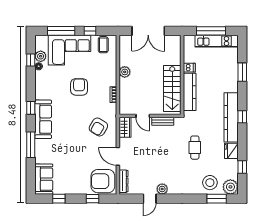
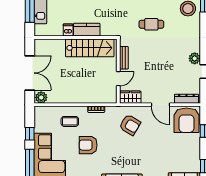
coffee table: (103, 45) -> (70, 121), moved
plant: (125, 72) -> (41, 97), moved
kitchen counter: (190, 92) -> (87, 30), width x0.67
door: (118, 156) -> (161, 105), hinge flipped

